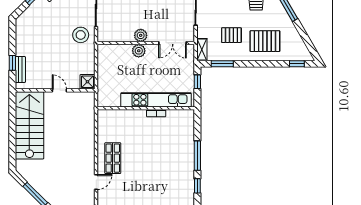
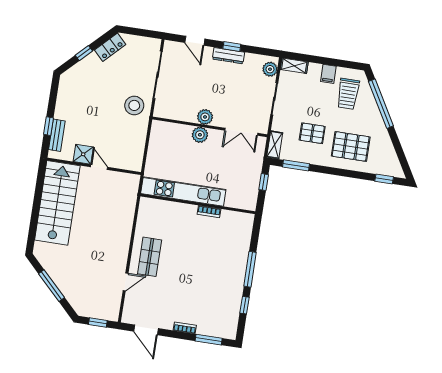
shower: (87, 82) -> (83, 154), moved
kitchen unit: (156, 100) -> (183, 191), moved

